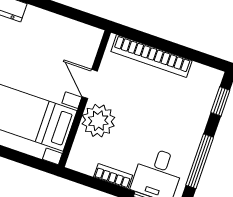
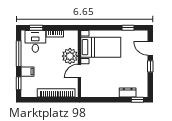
door: (90, 84) -> (79, 71), swing flipped
filing cabinet: (194, 119) -> (28, 72), added

